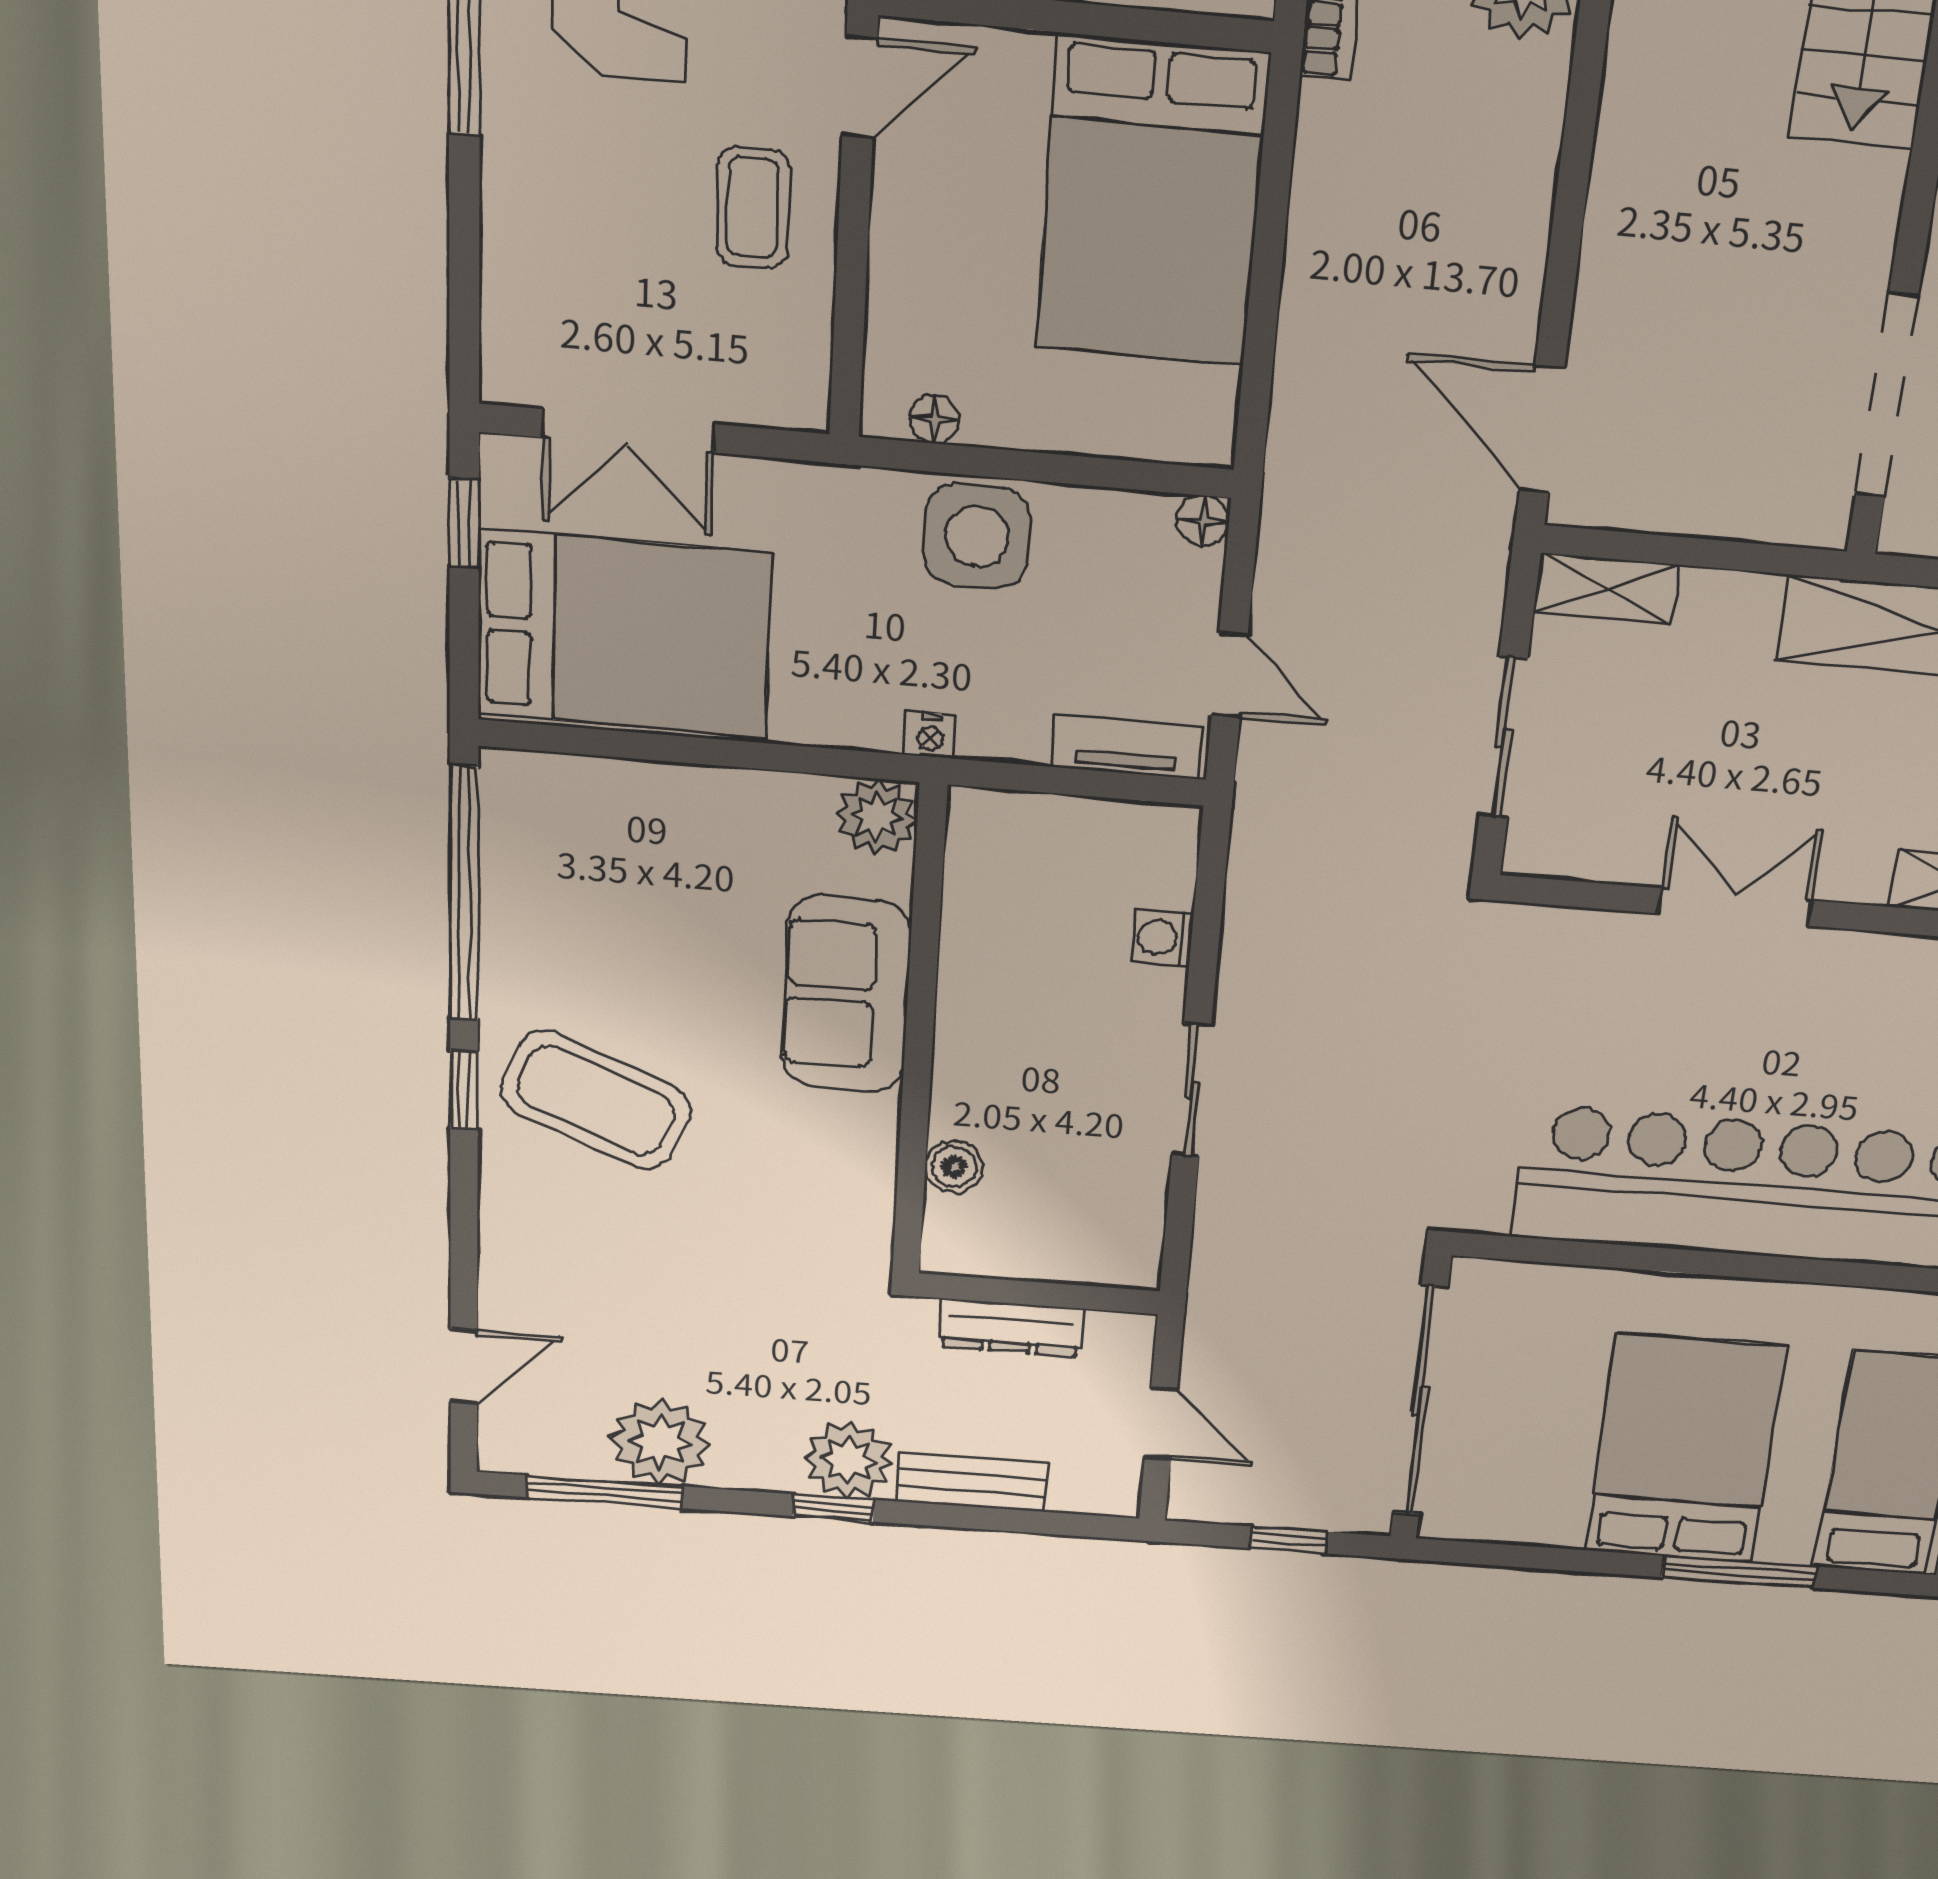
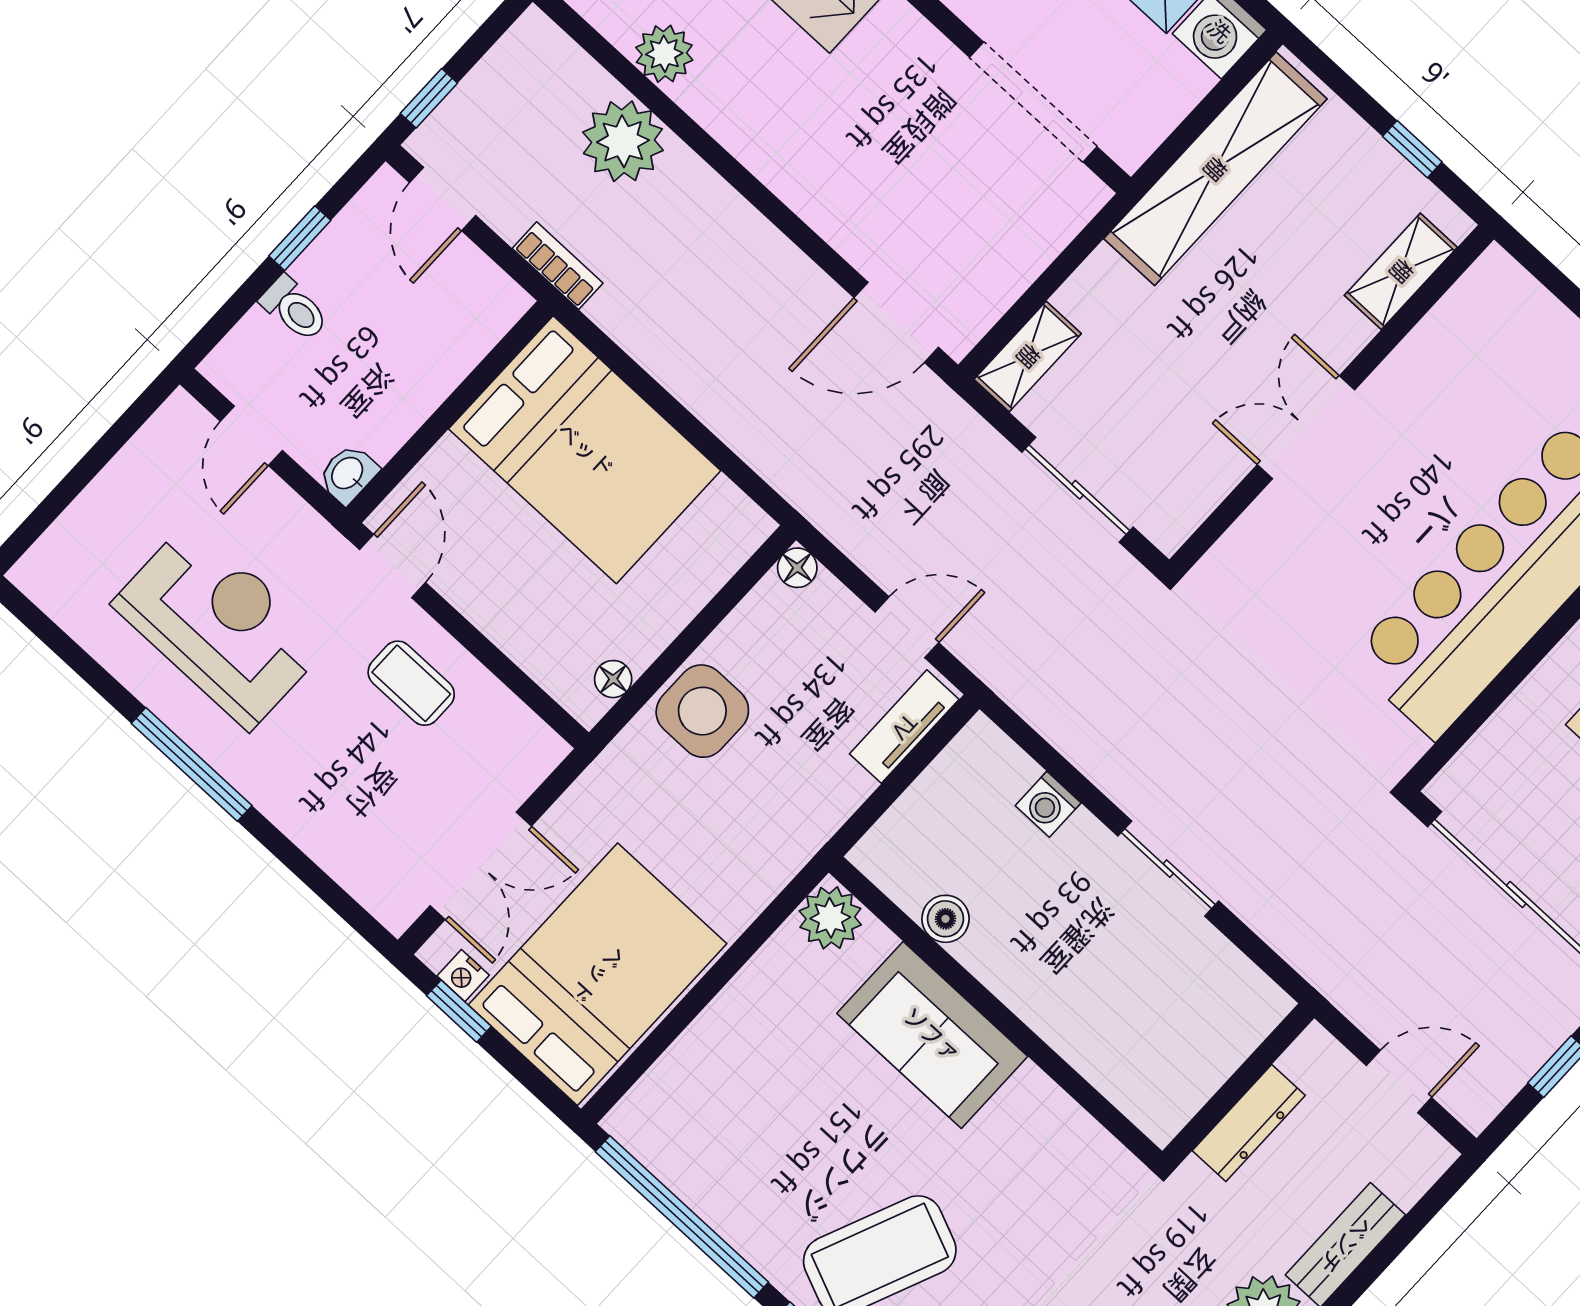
nightstand: (930, 735) -> (463, 976), moved, turned 90
boiler: (954, 1167) -> (945, 919), moved

